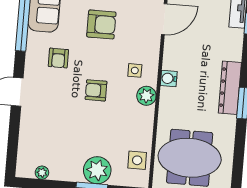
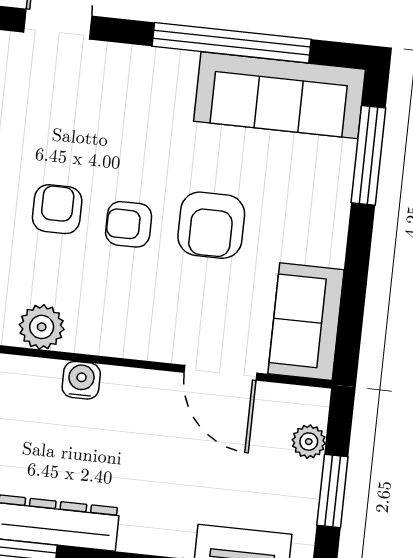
armchair: (58, 58) -> (129, 224), moved
side table: (135, 70) -> (102, 301), removed

